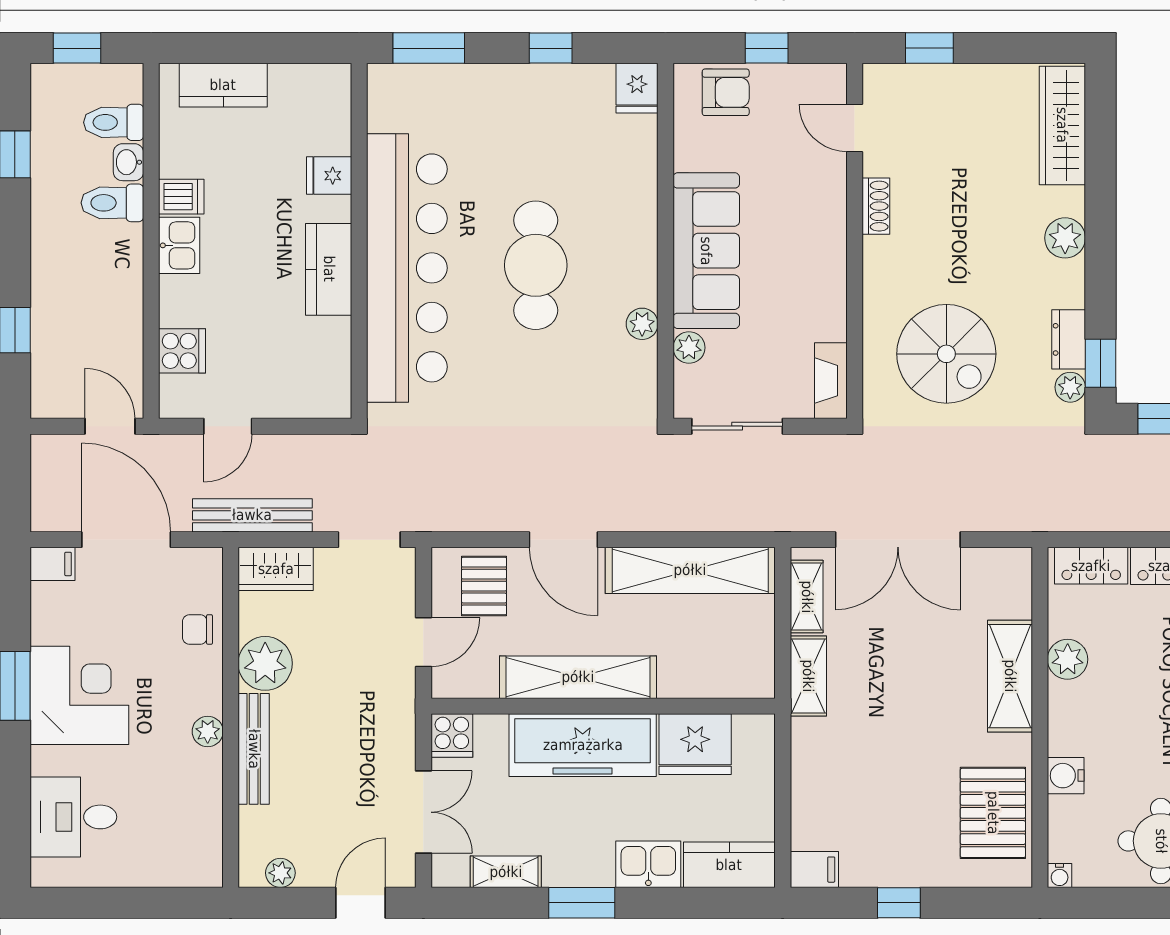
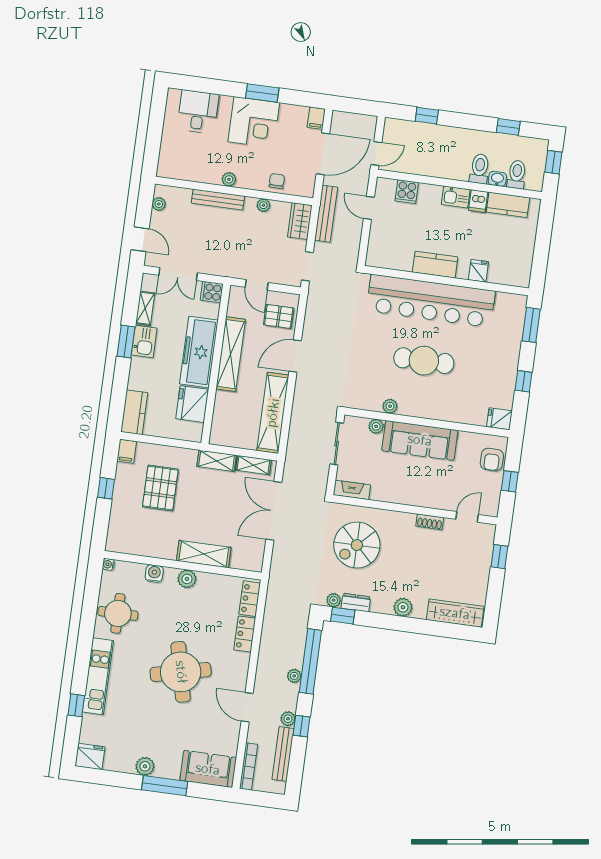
kitchen counter: (223, 85) -> (508, 205), moved, turned -90
plant: (1068, 659) -> (187, 579), moved
plant: (265, 663) -> (263, 205), width x0.53, depth x0.53
pallet: (993, 813) -> (160, 488), moved, turned 90
kitchen sink: (648, 864) -> (144, 342), moved

